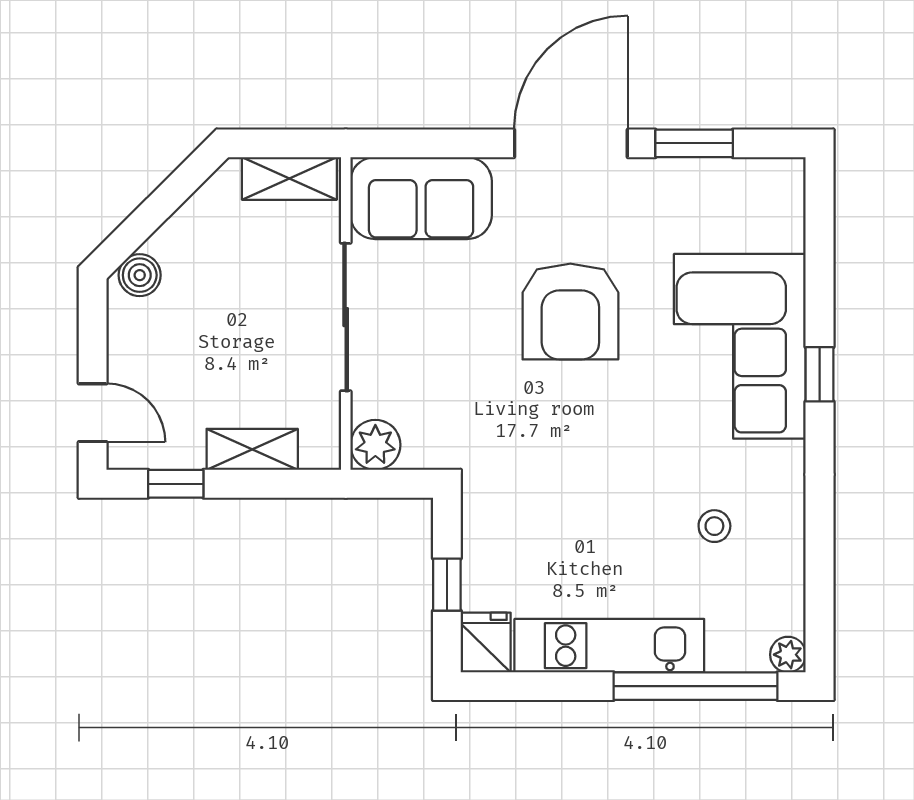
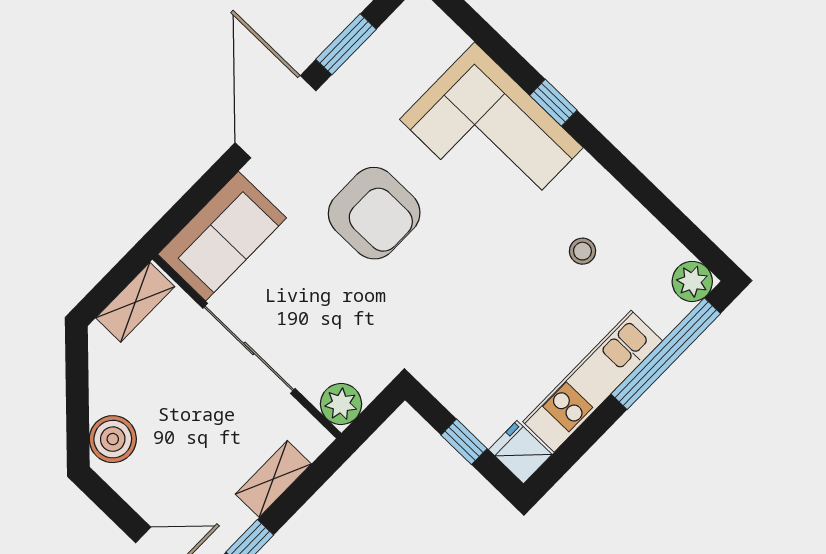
boiler: (140, 275) -> (113, 439), width x1.36, depth x1.36
plant: (788, 655) -> (692, 281), width x1.38, depth x1.38

